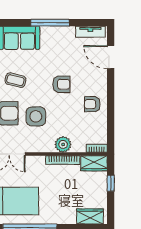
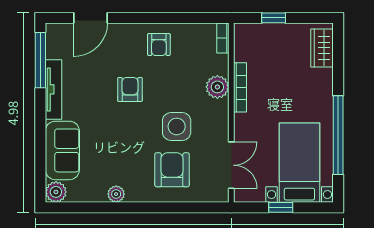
window: (50, 23) -> (40, 60), moved
tv unit: (90, 32) -> (53, 89), moved, width x1.41
coffee table: (15, 80) -> (124, 156), removed
wardrobe: (94, 163) -> (245, 42), removed

